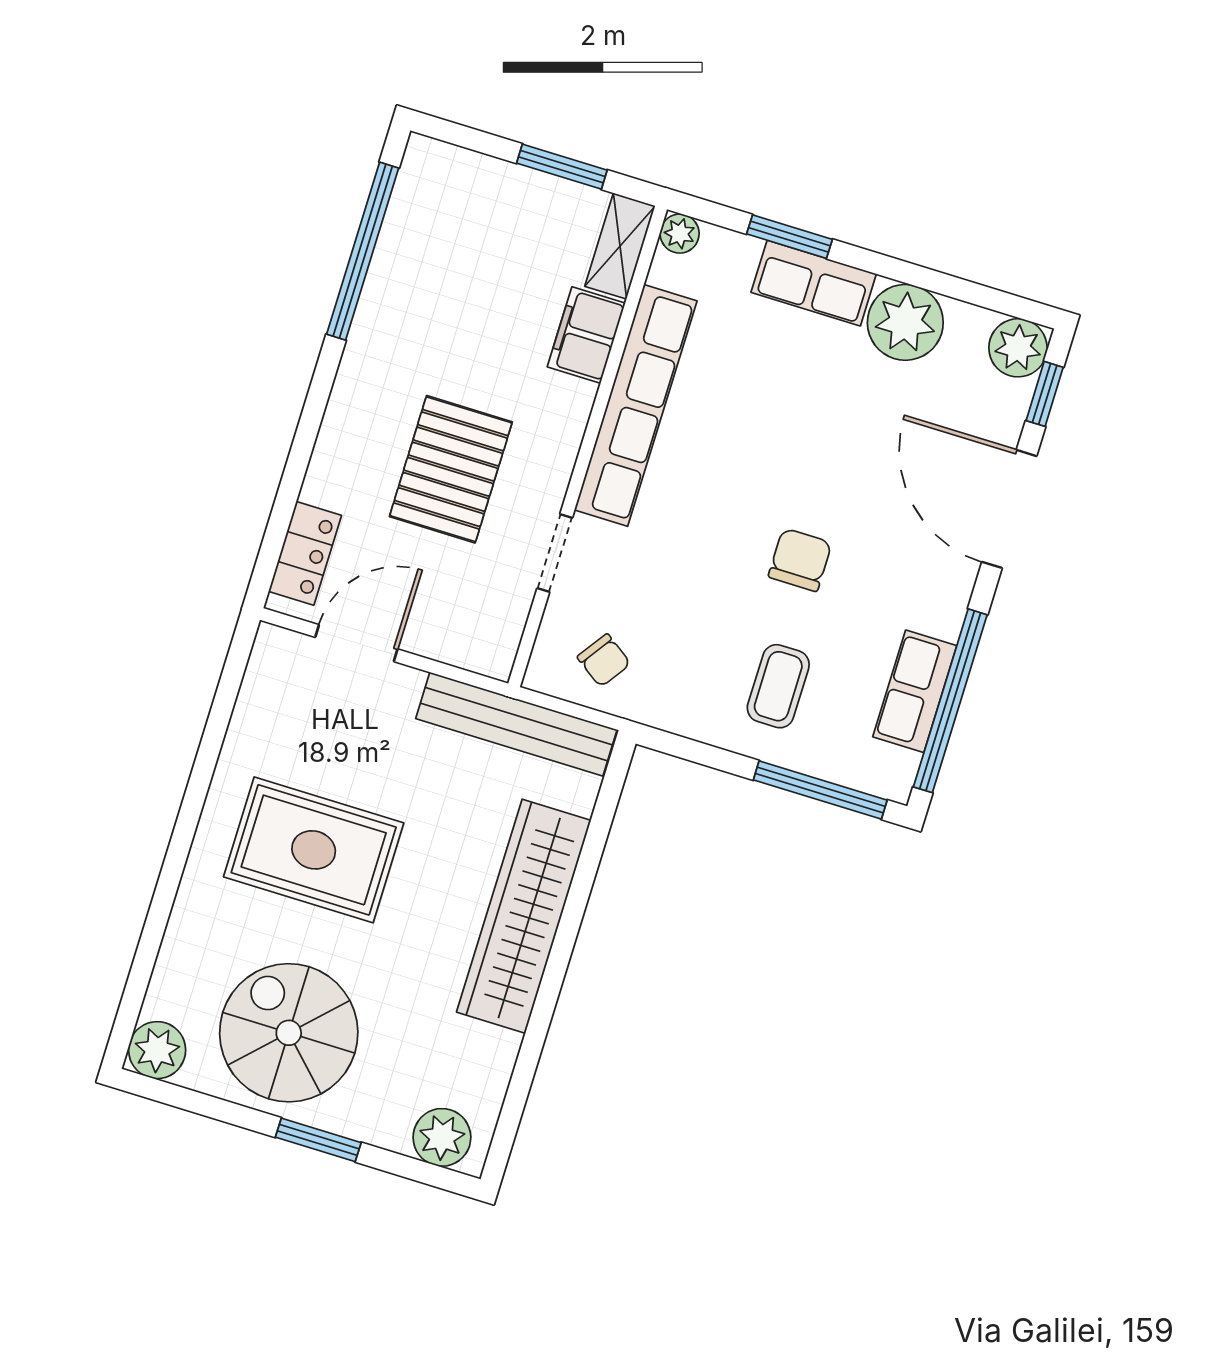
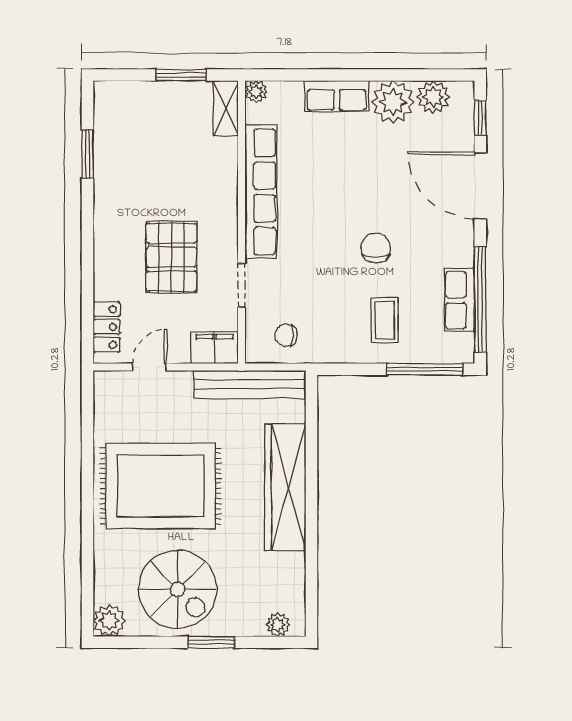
window: (790, 237) -> (316, 75), removed
window: (363, 251) -> (87, 154), width x0.47
filing cabinet: (586, 335) -> (214, 348), moved, turned 90
plant: (1018, 348) -> (433, 97), moved
door: (356, 643) -> (149, 367), width x0.73
chair: (604, 660) -> (286, 335), turned 149
rug: (314, 850) -> (161, 486), width x1.37, depth x1.44
spiral stairs: (289, 1033) -> (178, 589), turned 180
plant: (442, 1137) -> (278, 625), width x0.73, depth x0.73

